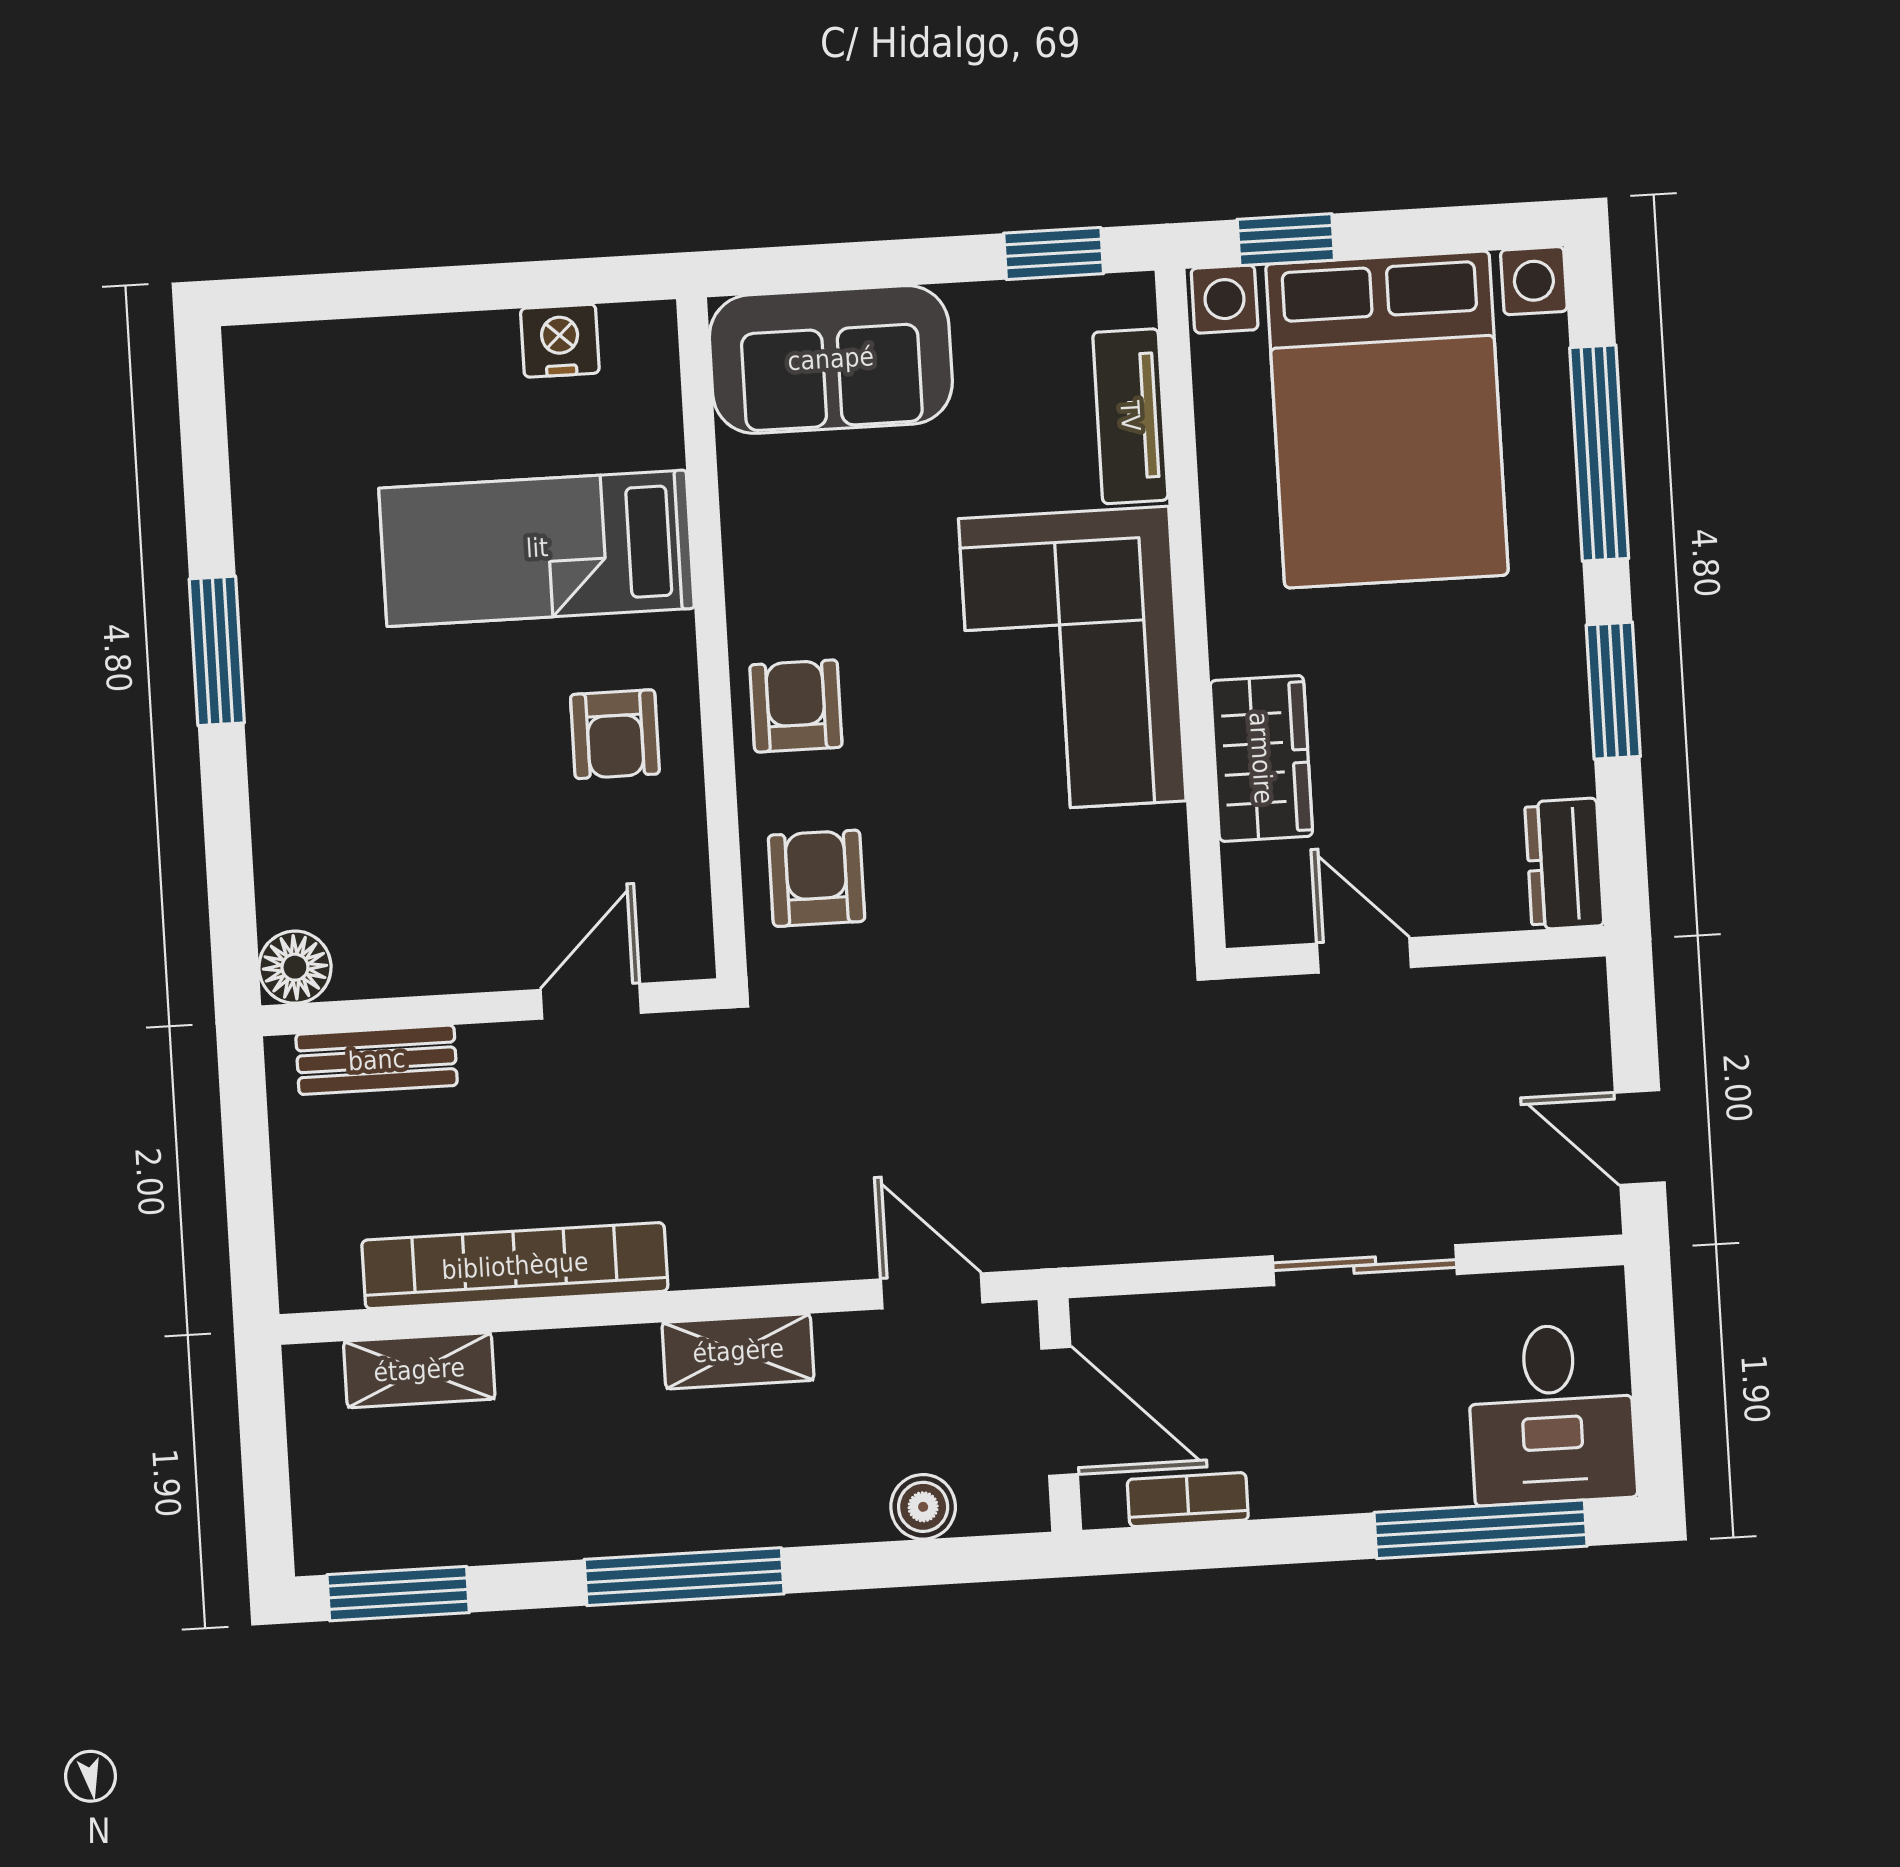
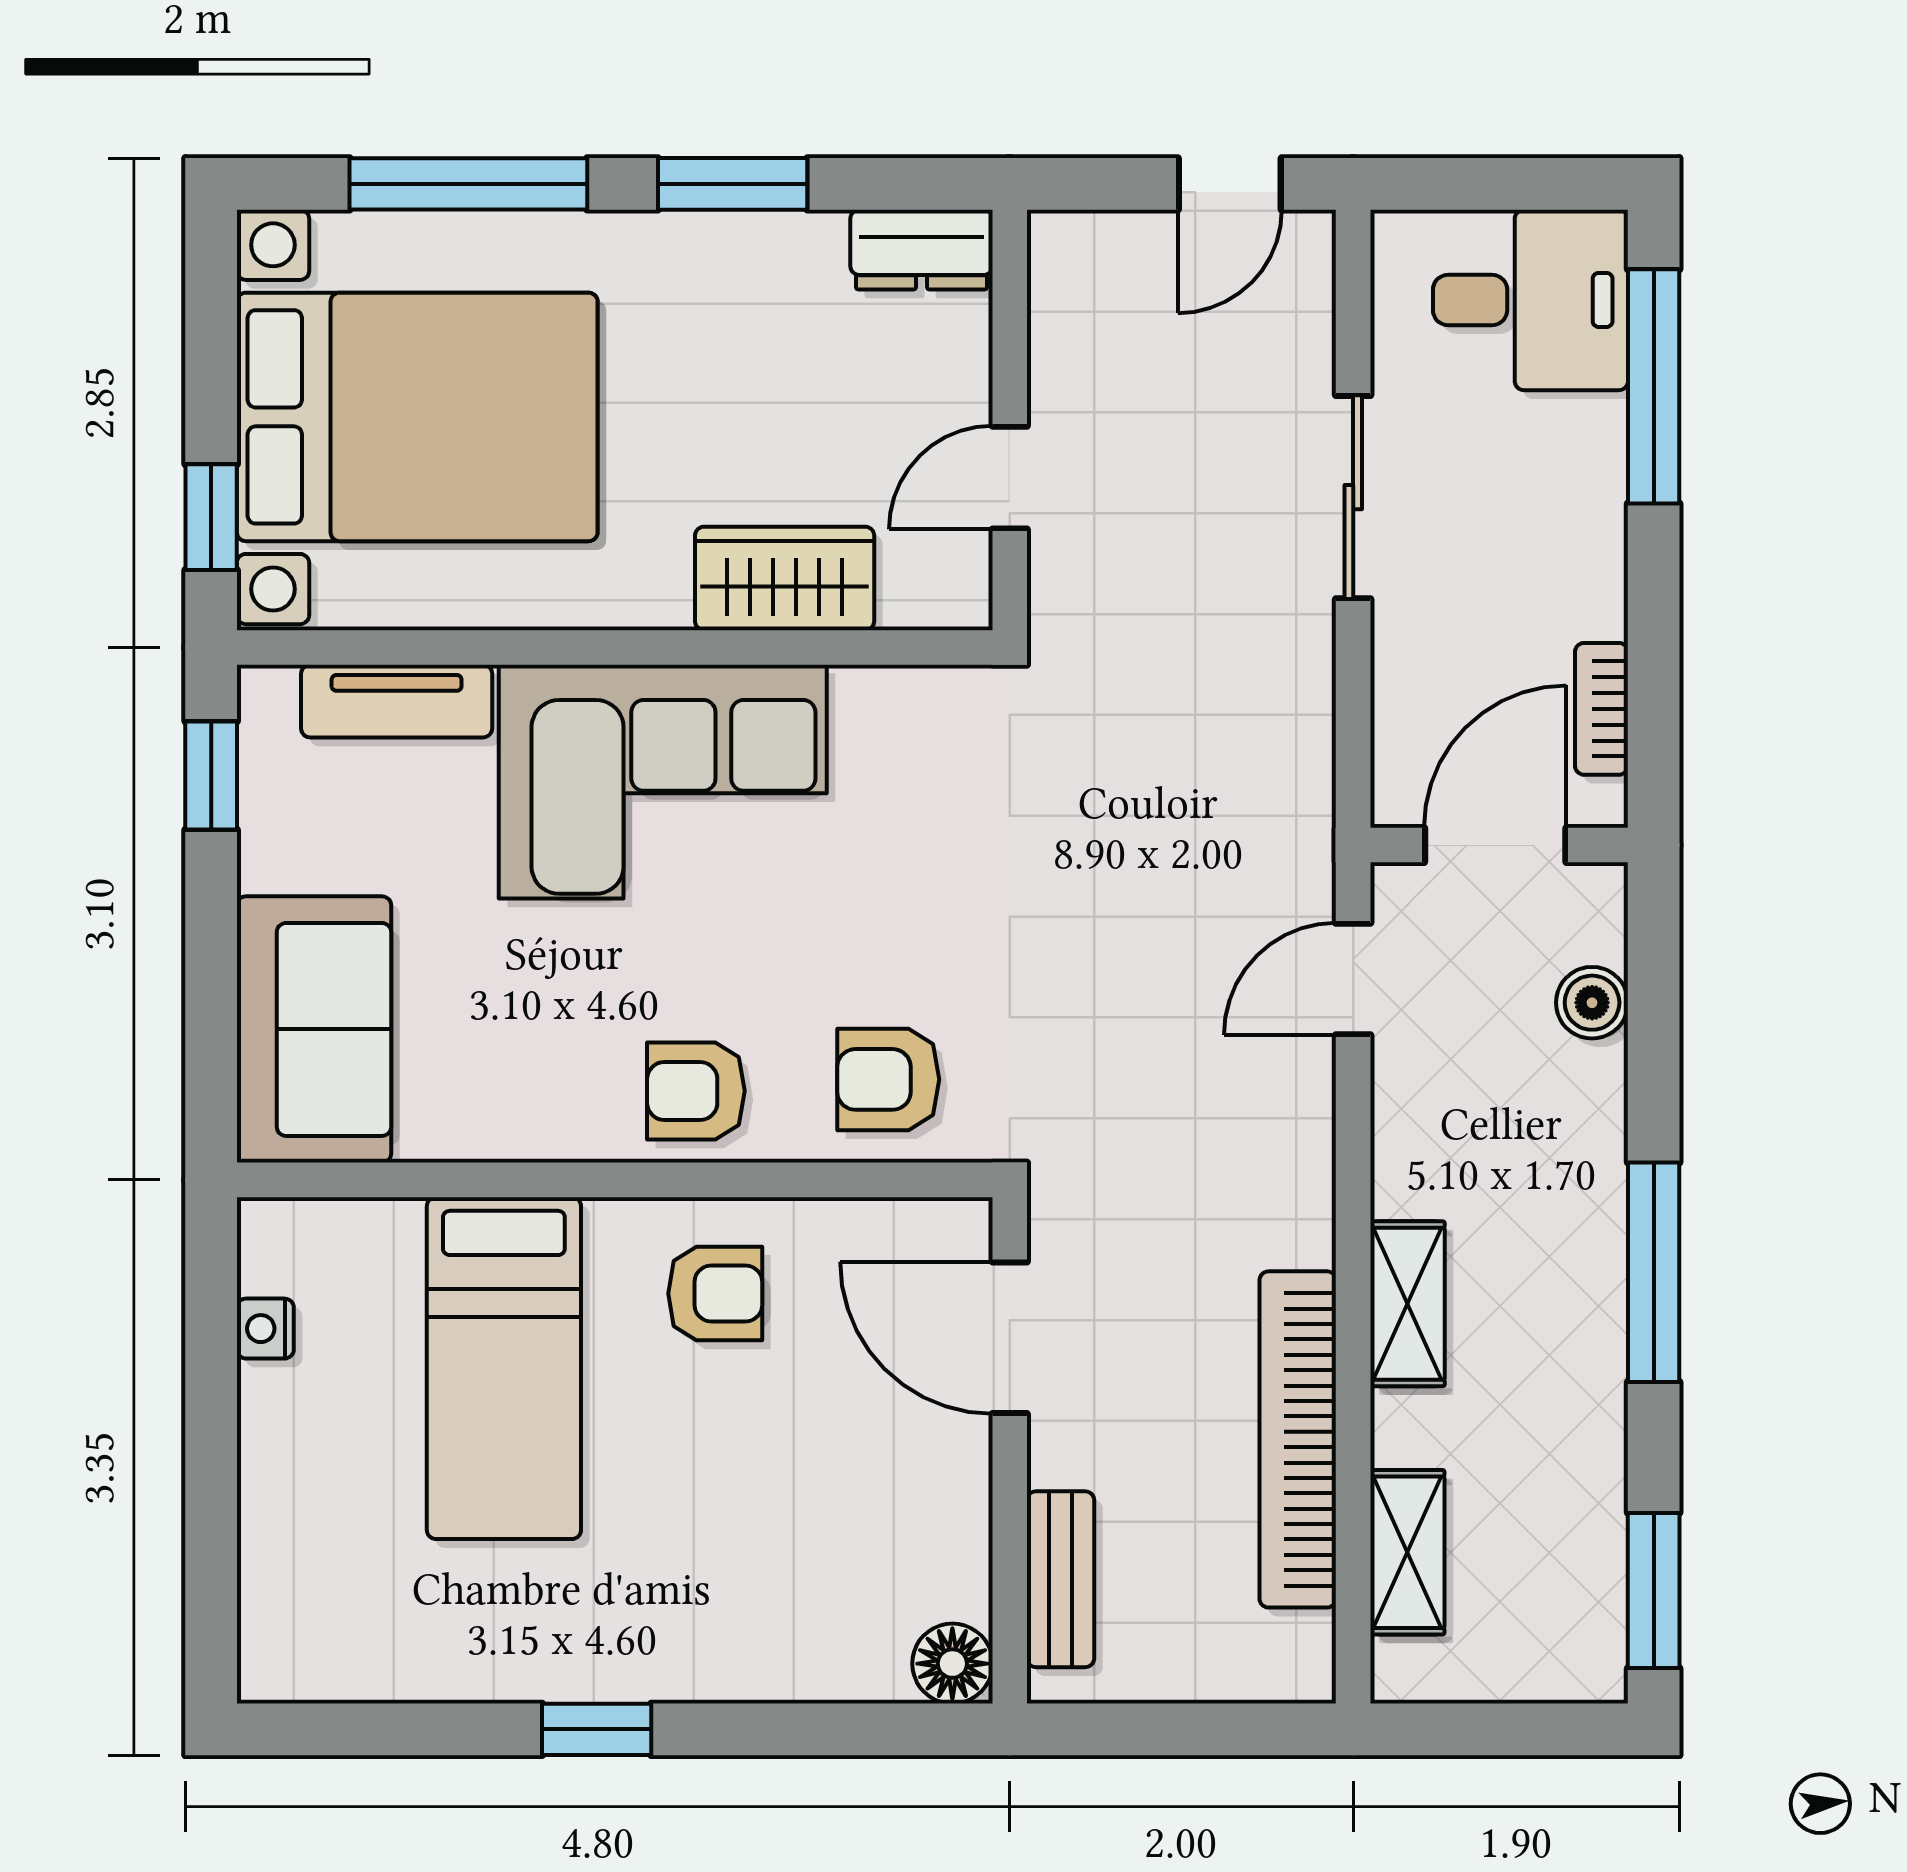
nightstand: (560, 341) -> (265, 1329), width x0.72, depth x0.74
window: (217, 651) -> (597, 1729), width x0.67
door: (591, 1001) -> (1010, 1338), width x1.38
shelving: (738, 1351) -> (1407, 1304), moved

